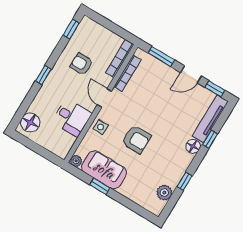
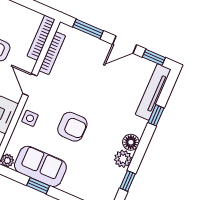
floor lamp: (193, 146) -> (131, 142), moved
window: (185, 181) -> (128, 181), moved
plant: (164, 193) -> (123, 159), moved

